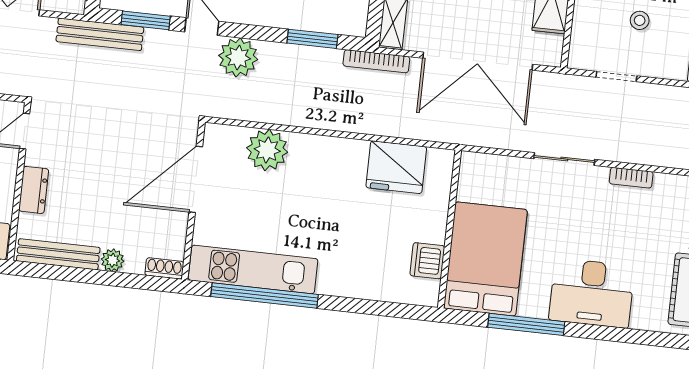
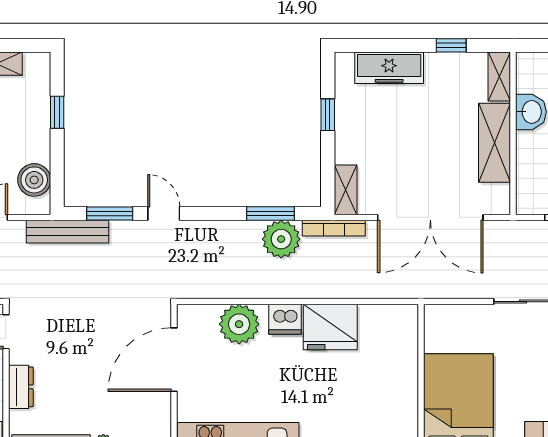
plant: (238, 57) -> (281, 239), moved
fridge: (396, 167) -> (330, 327), moved
dishwasher: (427, 261) -> (285, 319), moved, turned -90

